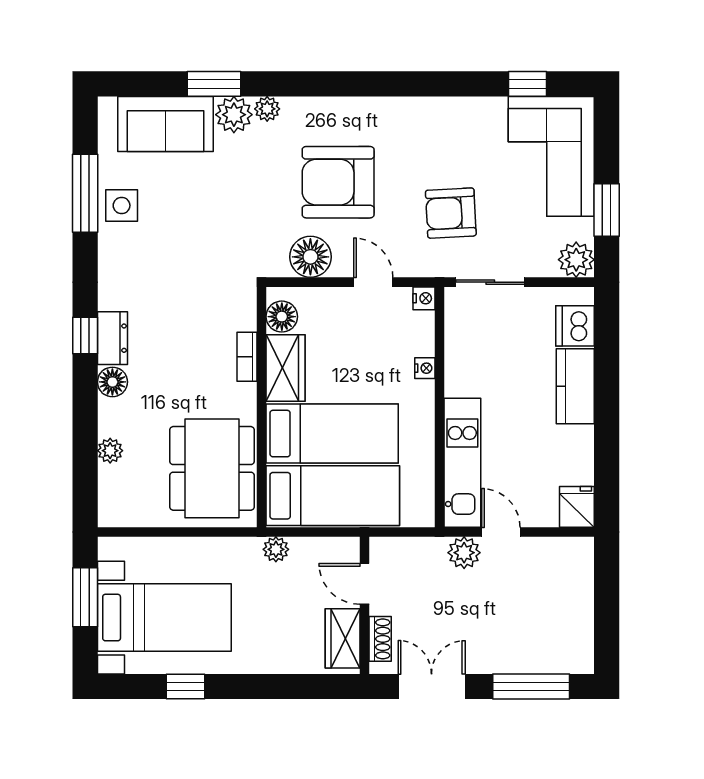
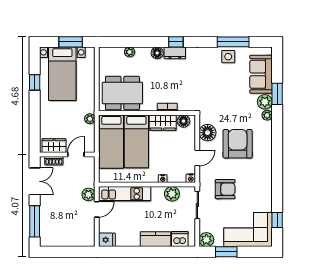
armchair: (451, 213) -> (225, 189), turned 93
plant: (462, 345) -> (172, 194), added

